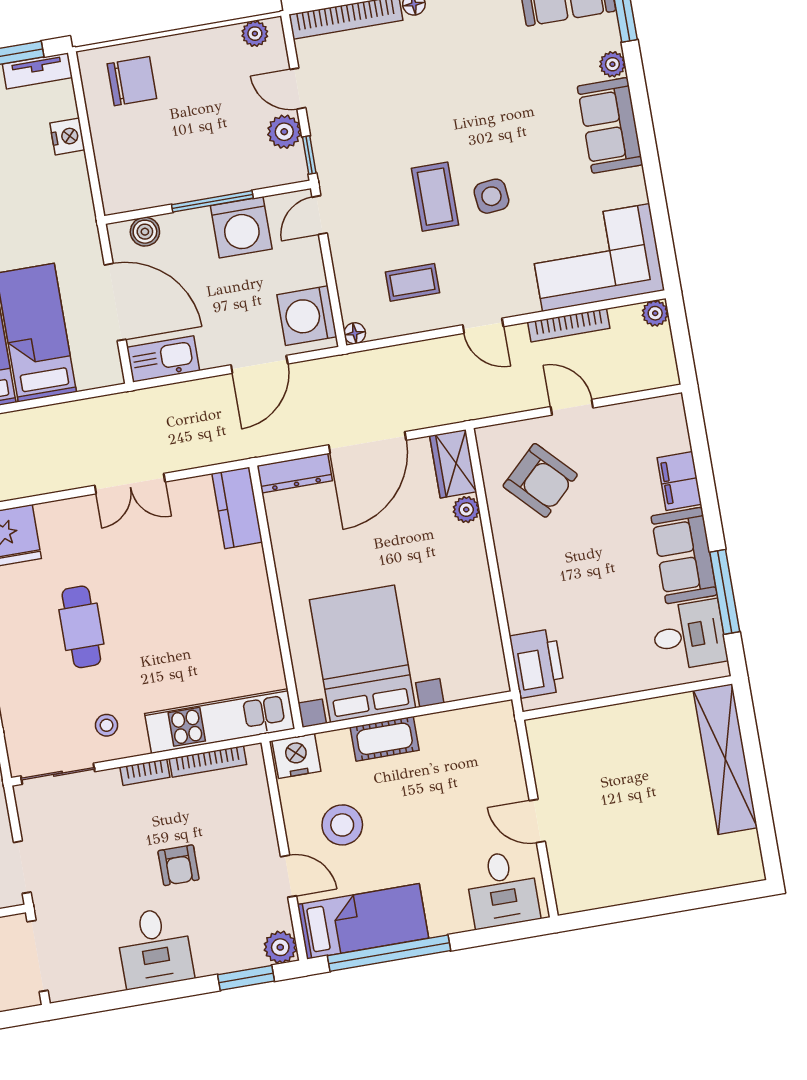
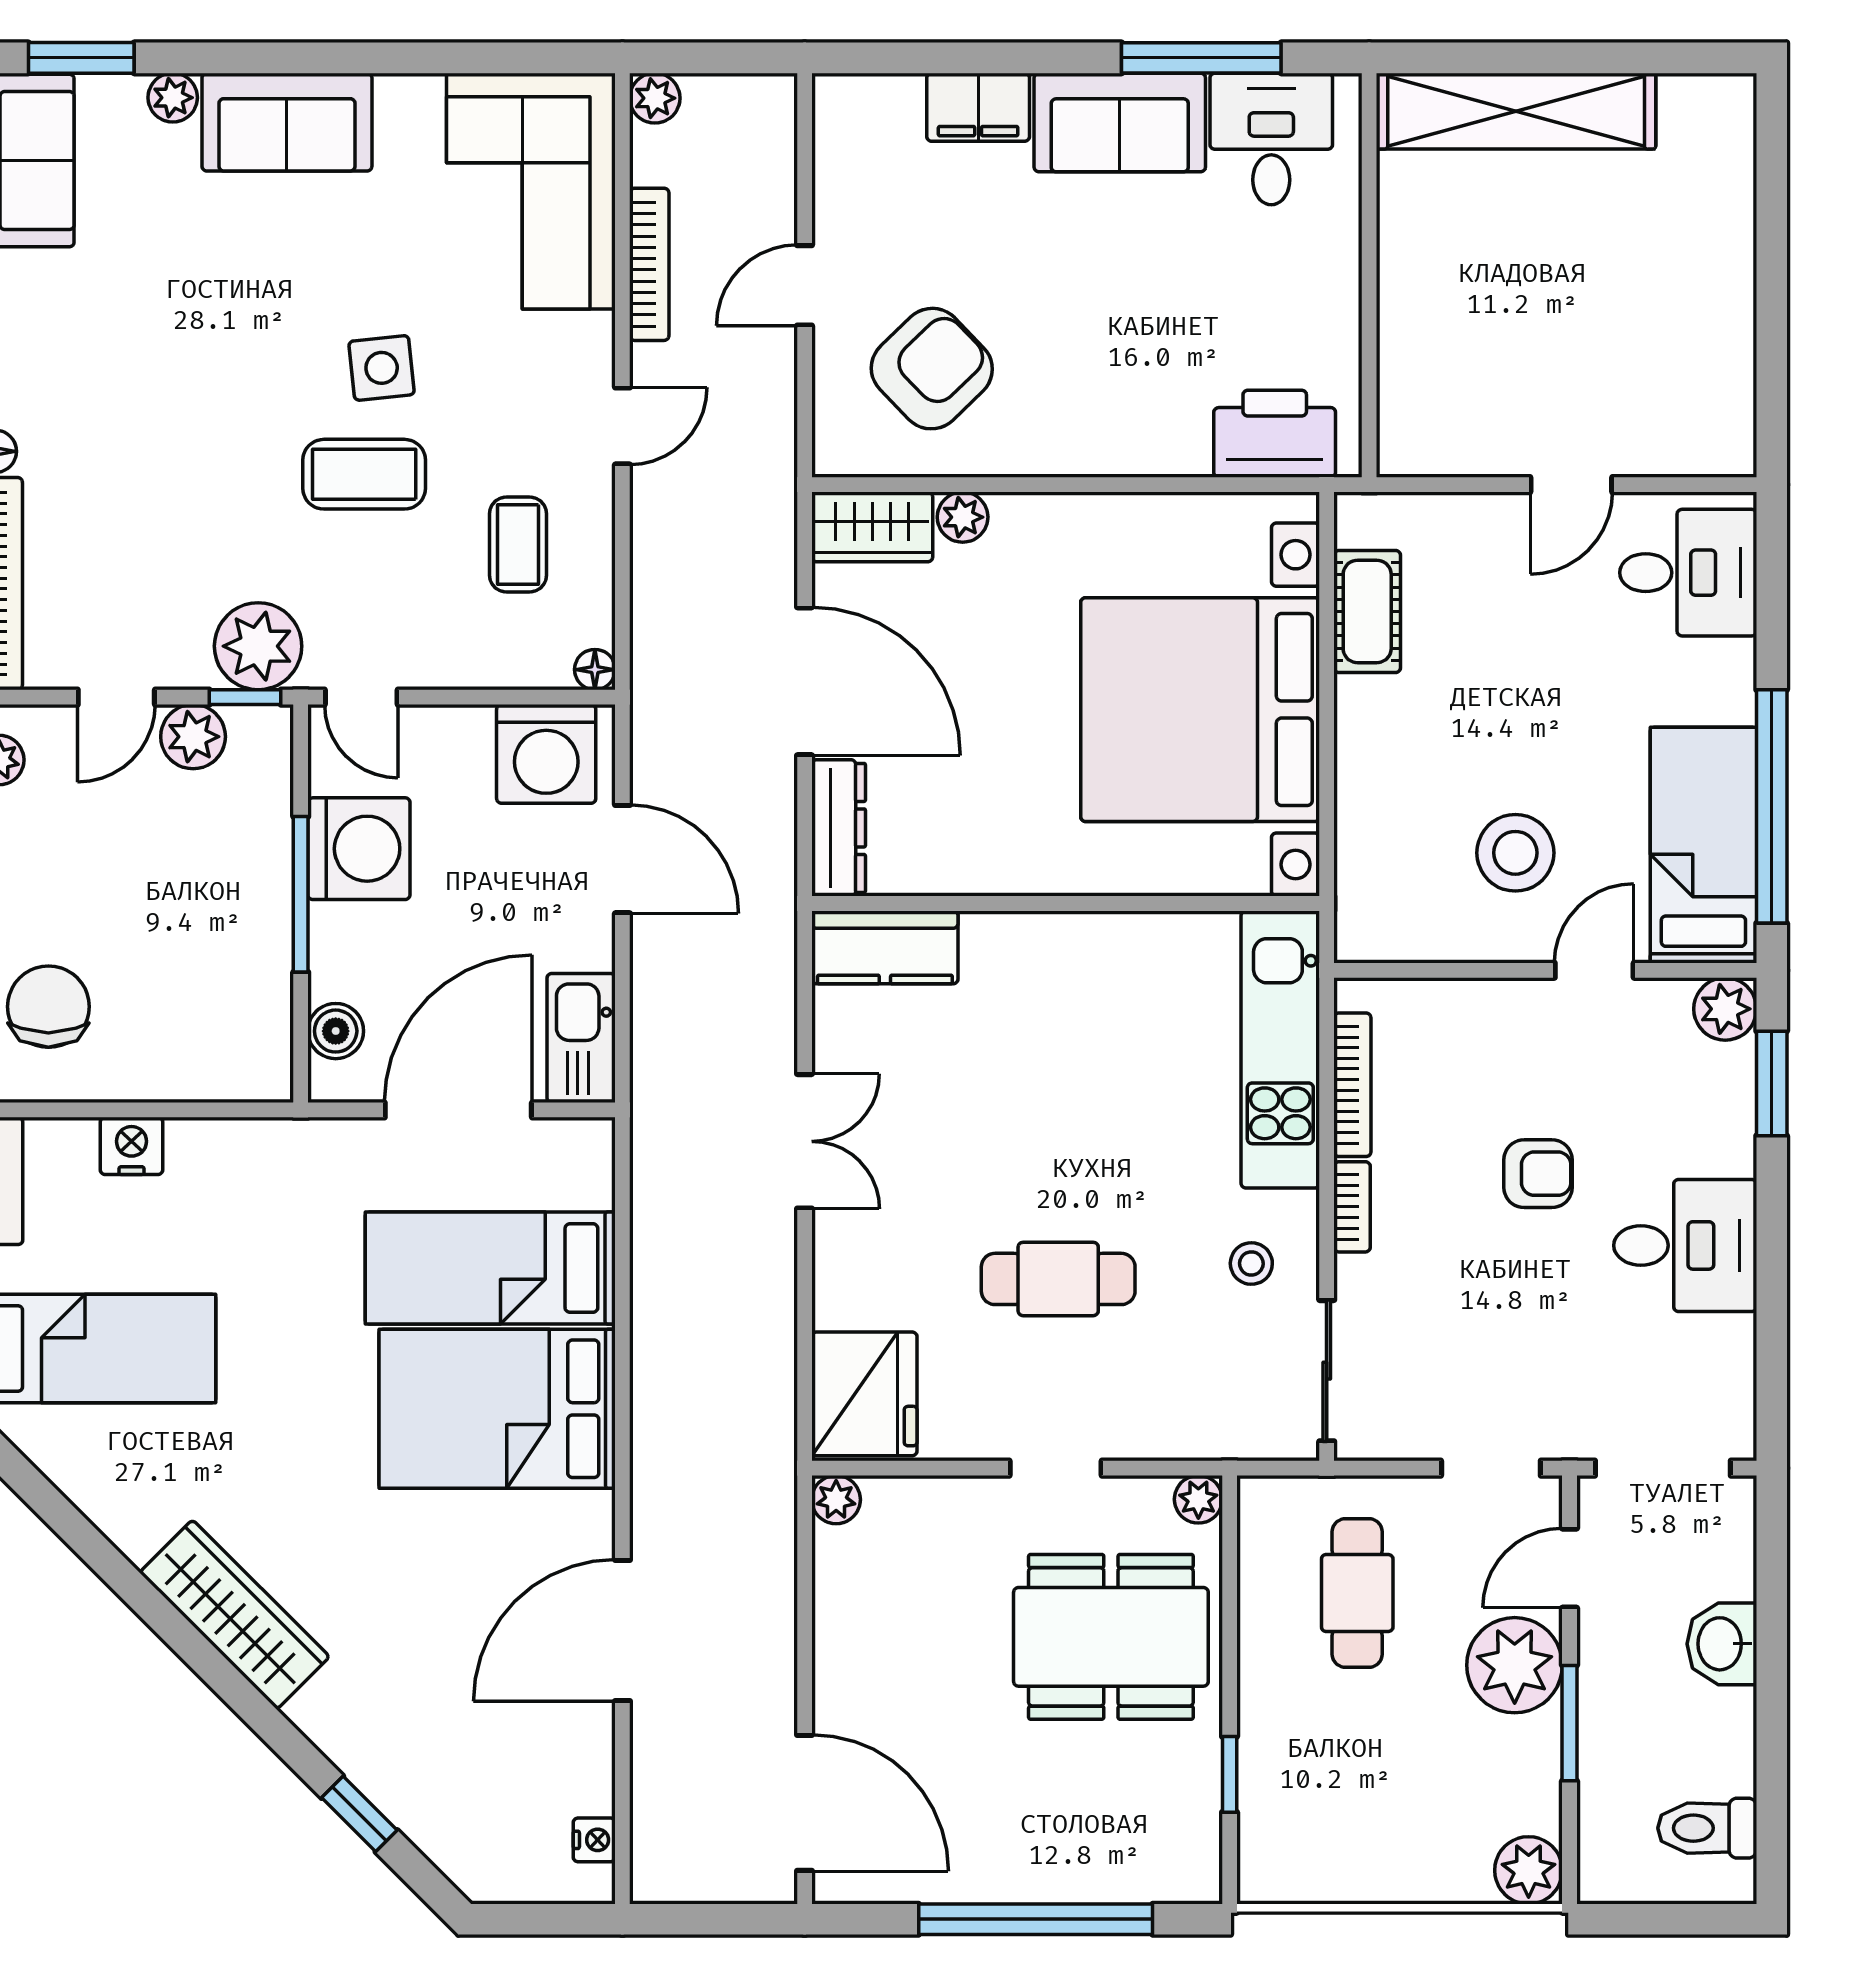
plant: (337, 157) -> (258, 646), added
bed with nightstands: (362, 654) -> (1200, 710), width x1.36
cot: (385, 739) -> (1367, 611), moved
nightstand: (296, 756) -> (1371, 916), removed

